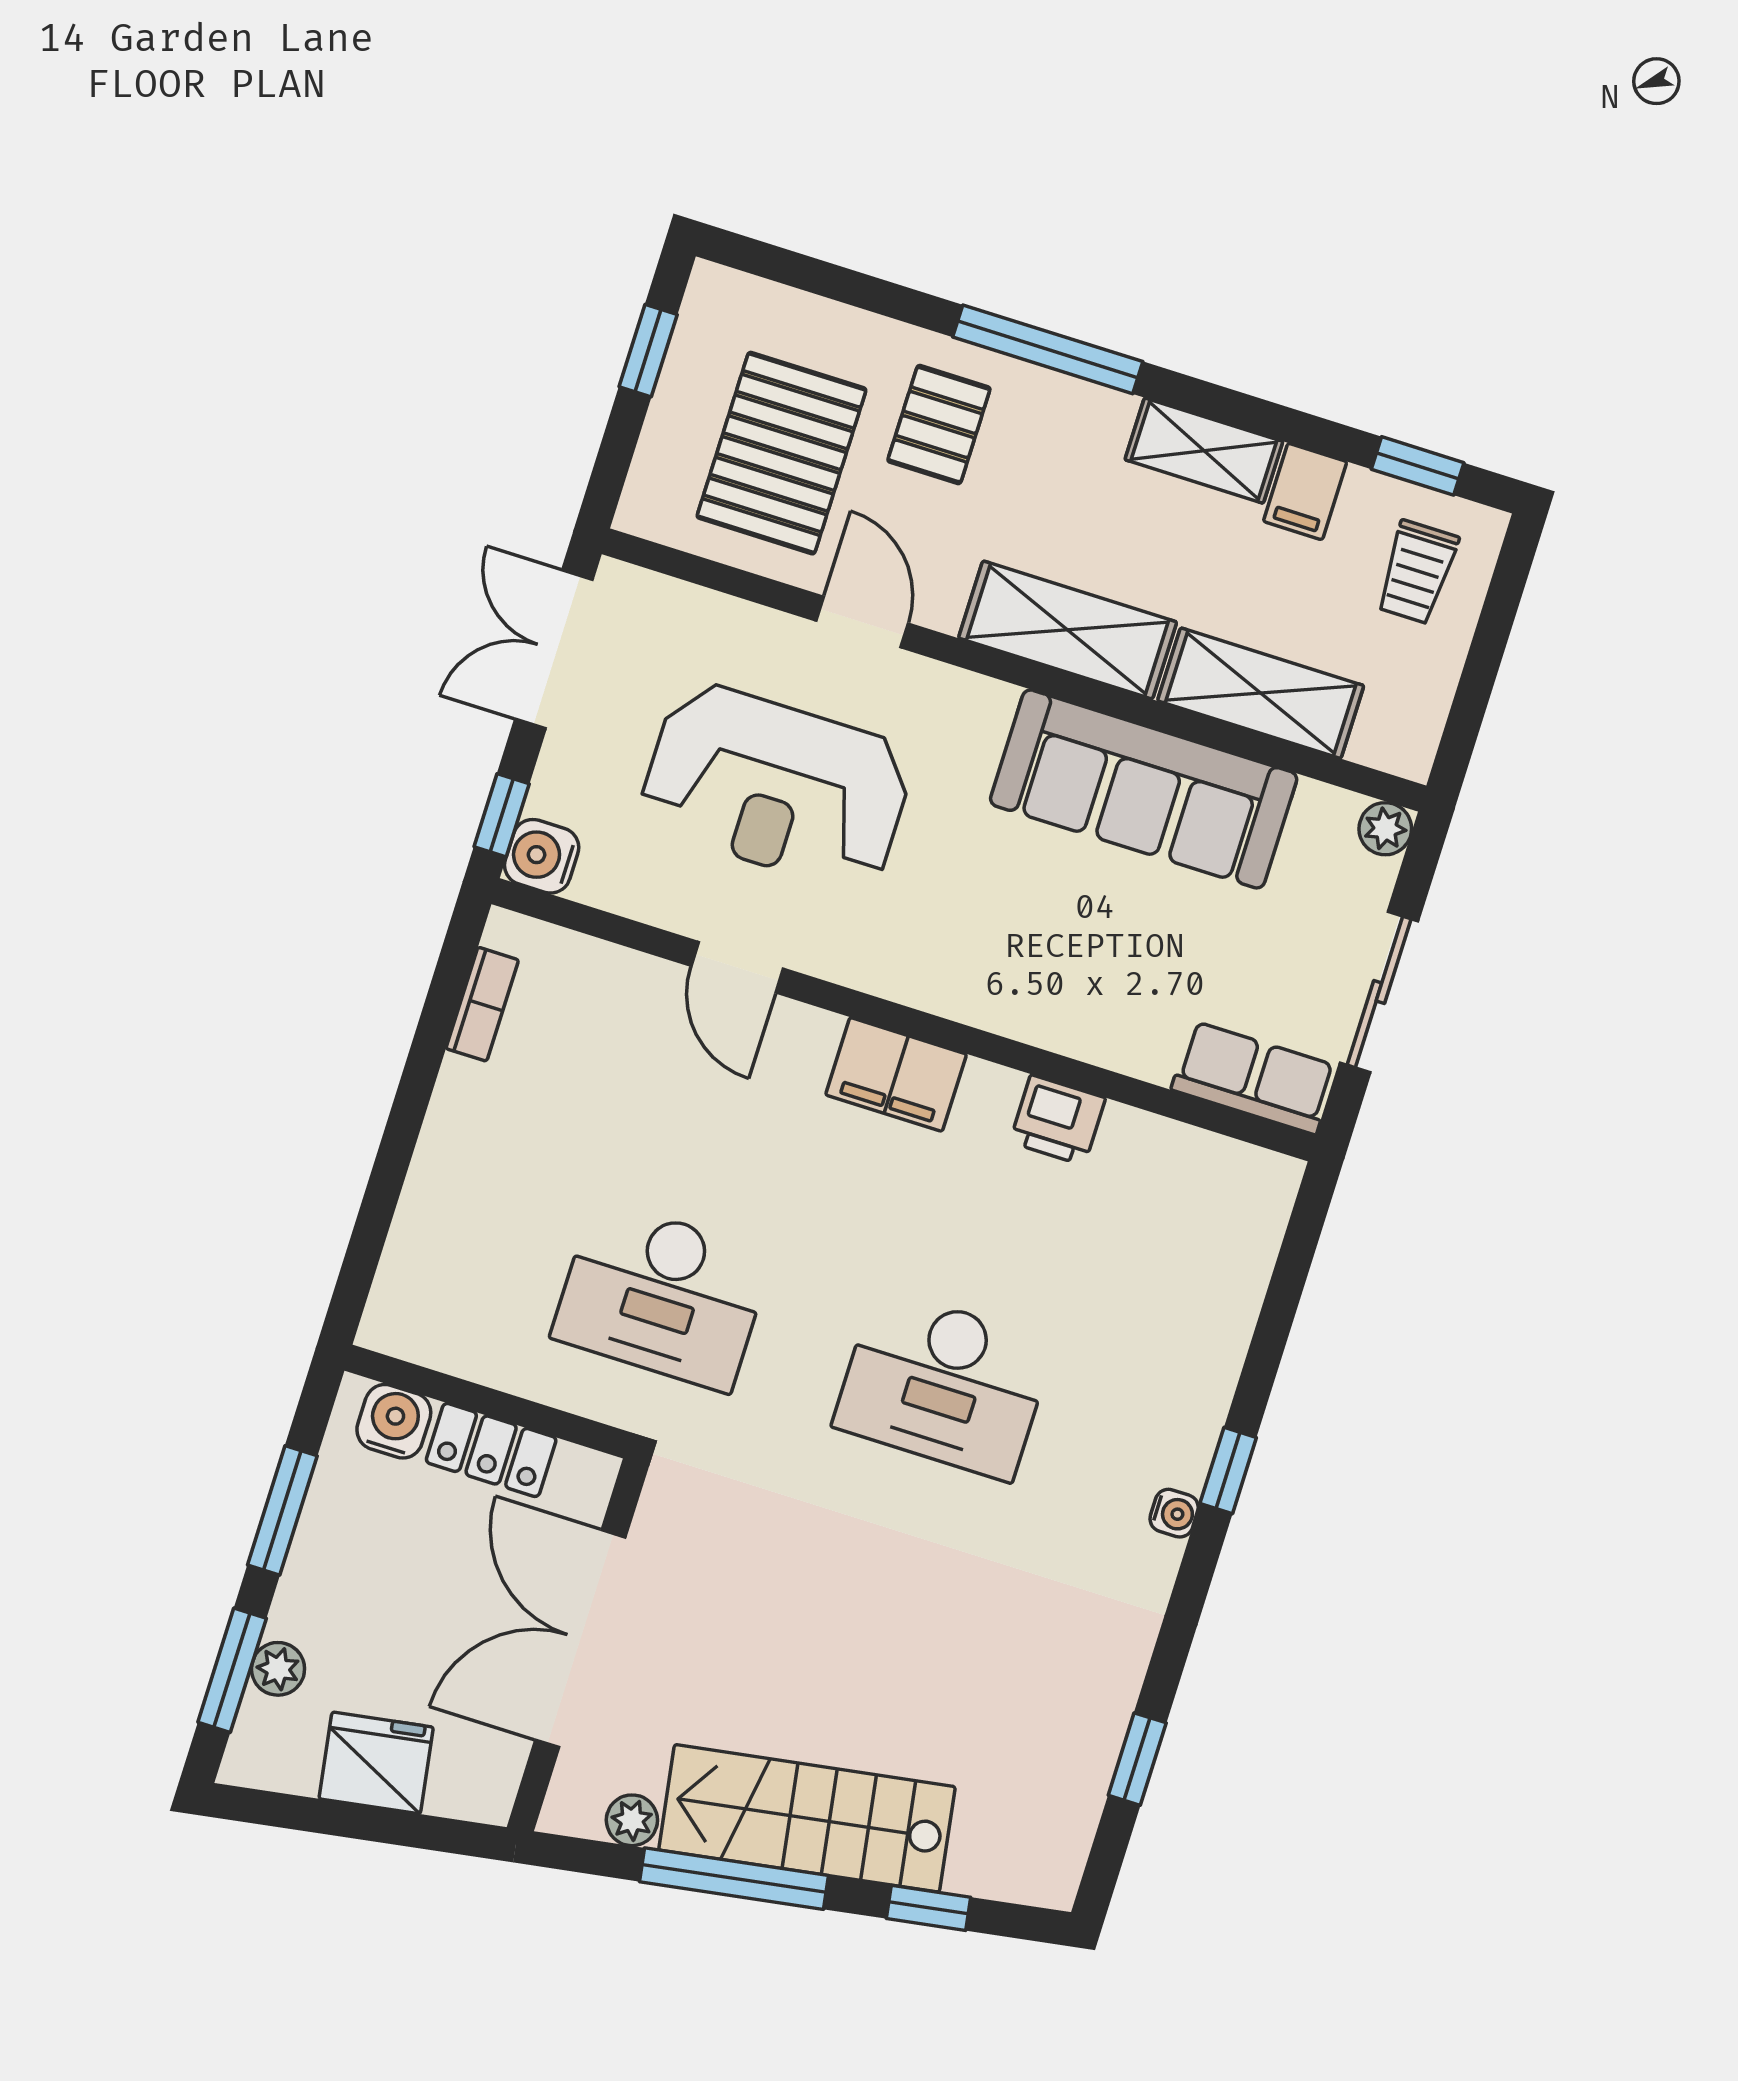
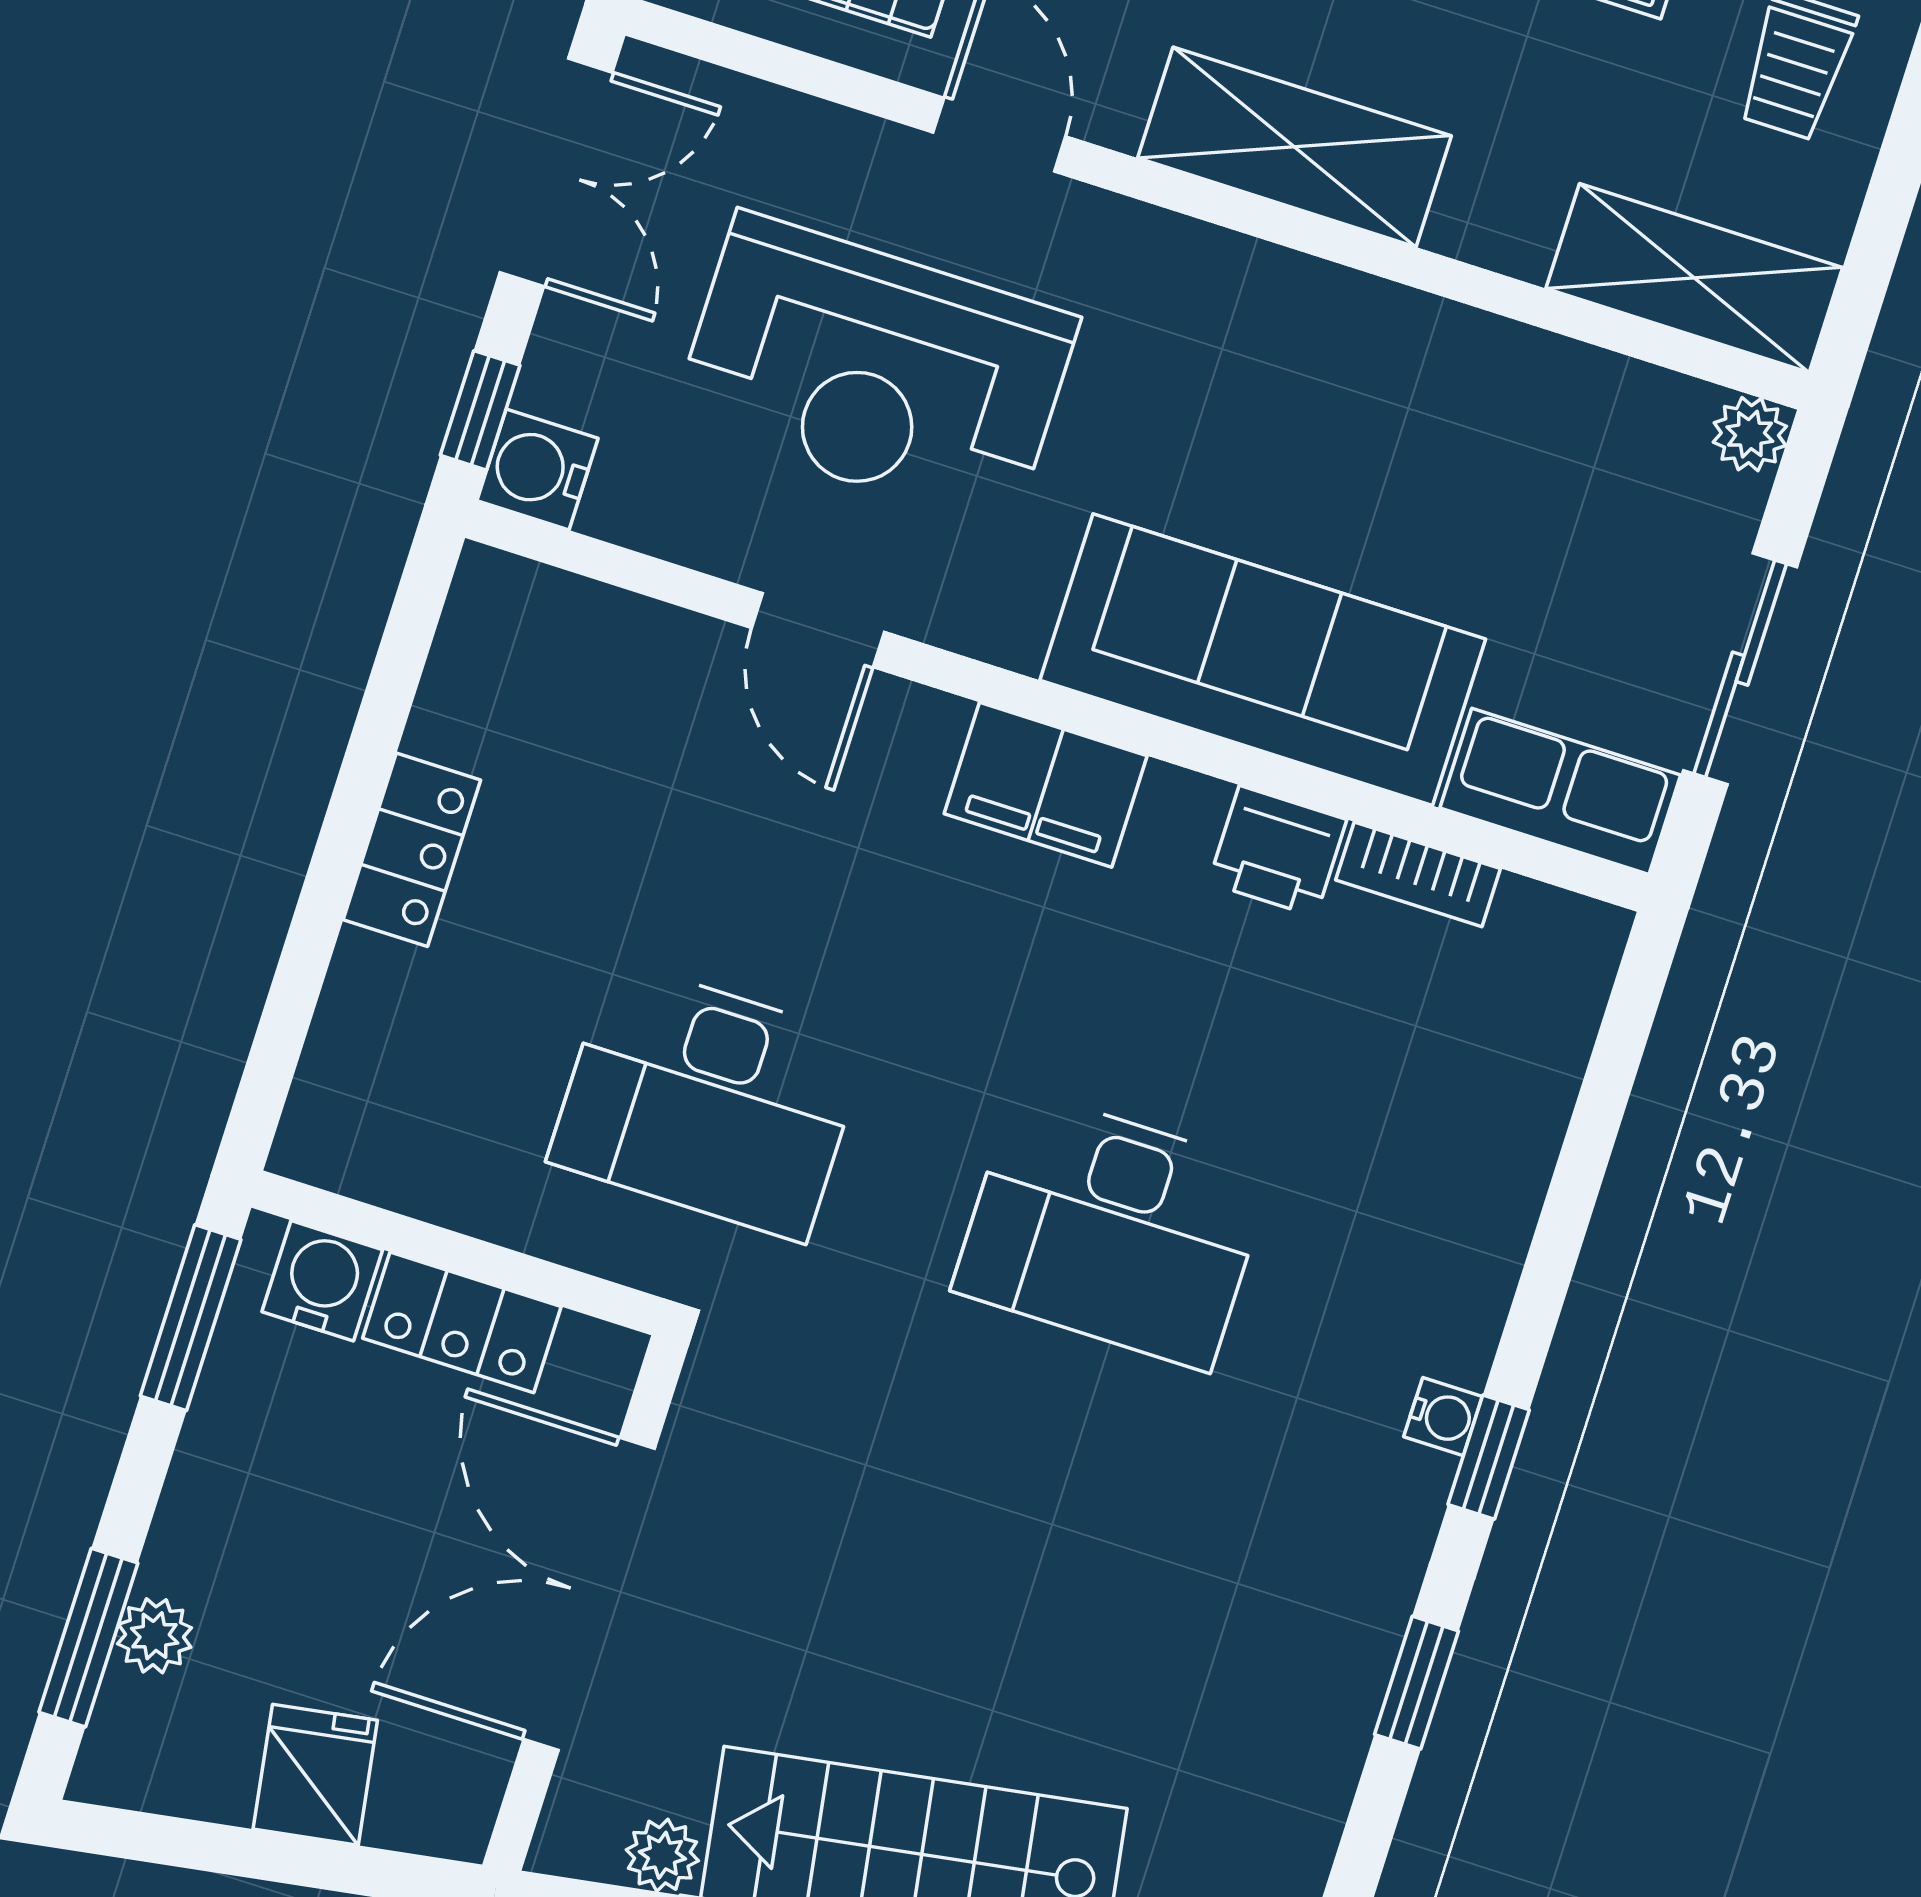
double door: (554, 649) -> (556, 172), swing flipped
shelving: (1261, 693) -> (1694, 278), moved
sofa: (1144, 789) -> (1263, 660), moved, turned 180
bookcase: (482, 1004) -> (1418, 874), moved, turned 90
locker: (455, 1121) -> (412, 850), added
window: (1228, 1470) -> (1489, 1457), moved
window: (282, 1510) -> (191, 1318), moved
window: (1137, 1759) -> (1417, 1683), moved
fridge: (376, 1763) -> (315, 1775), width x0.72

